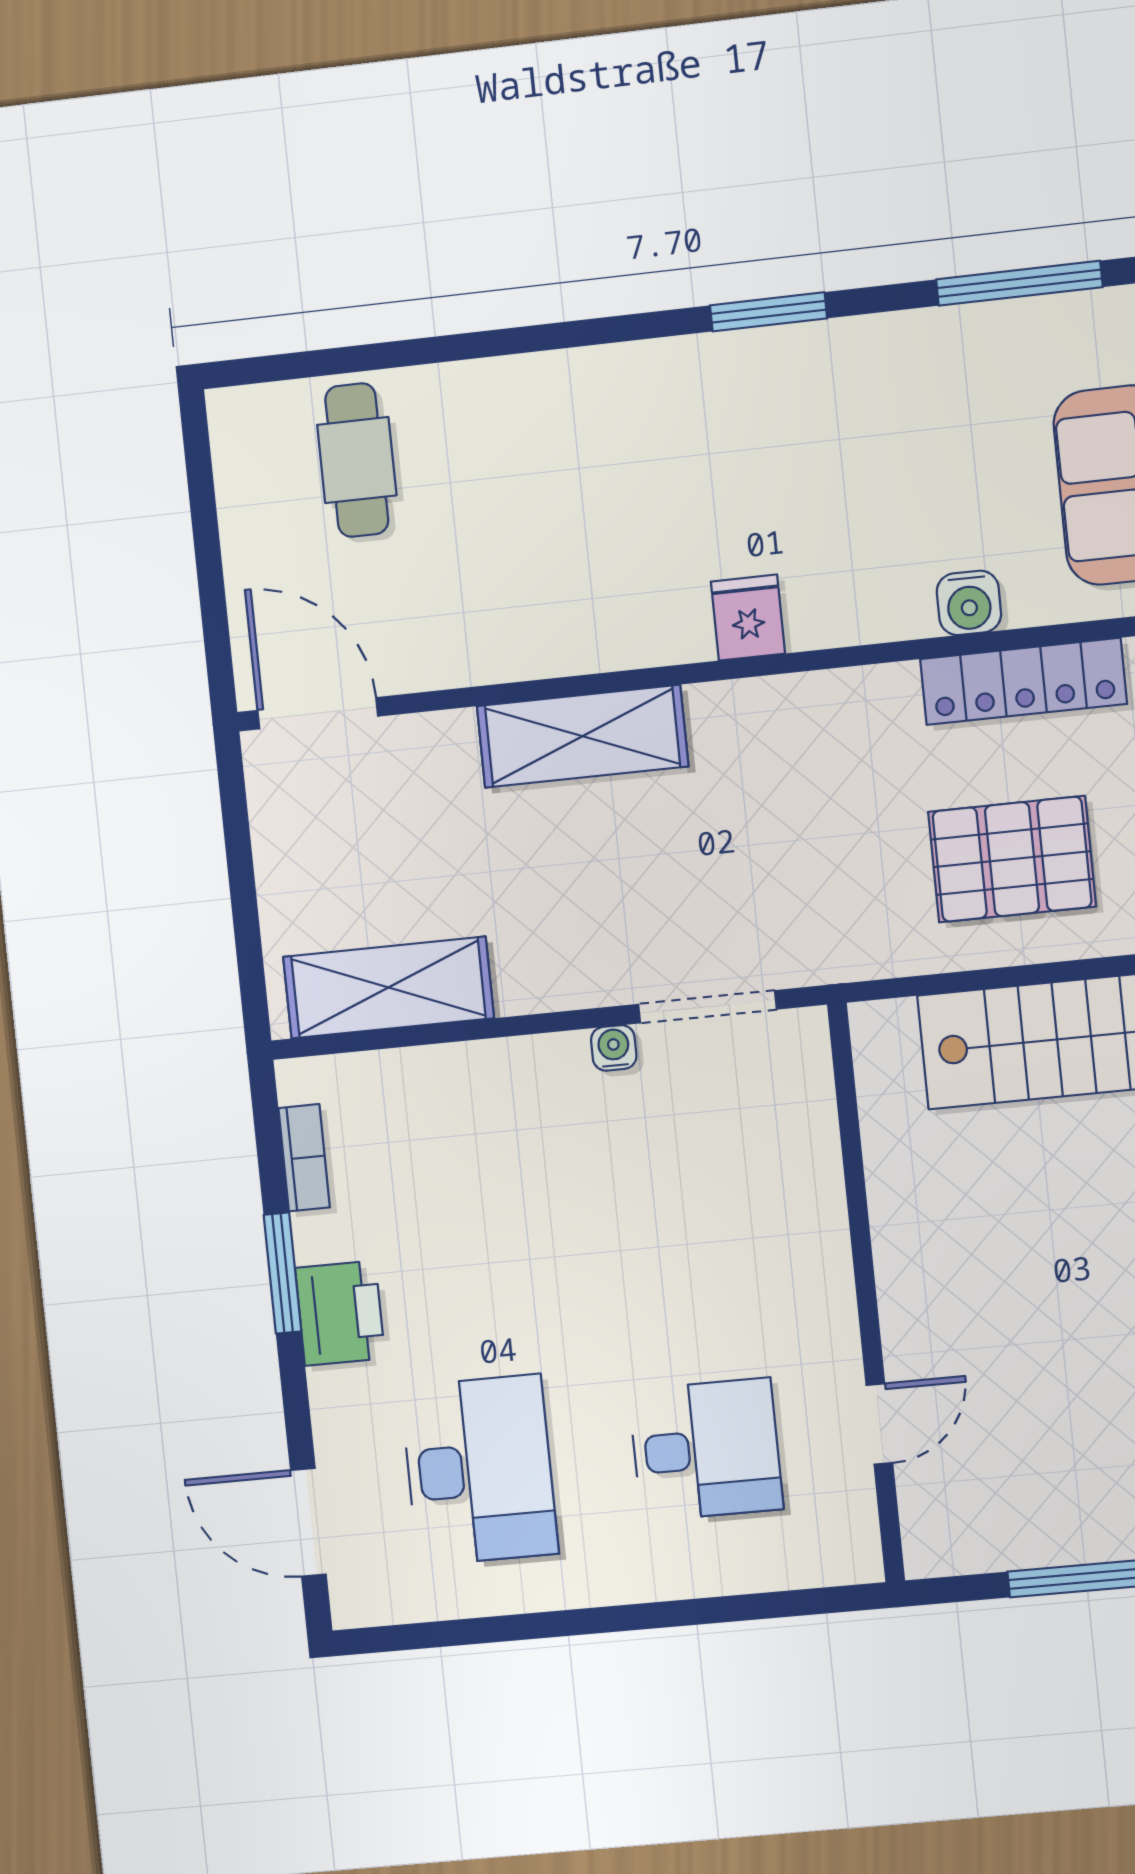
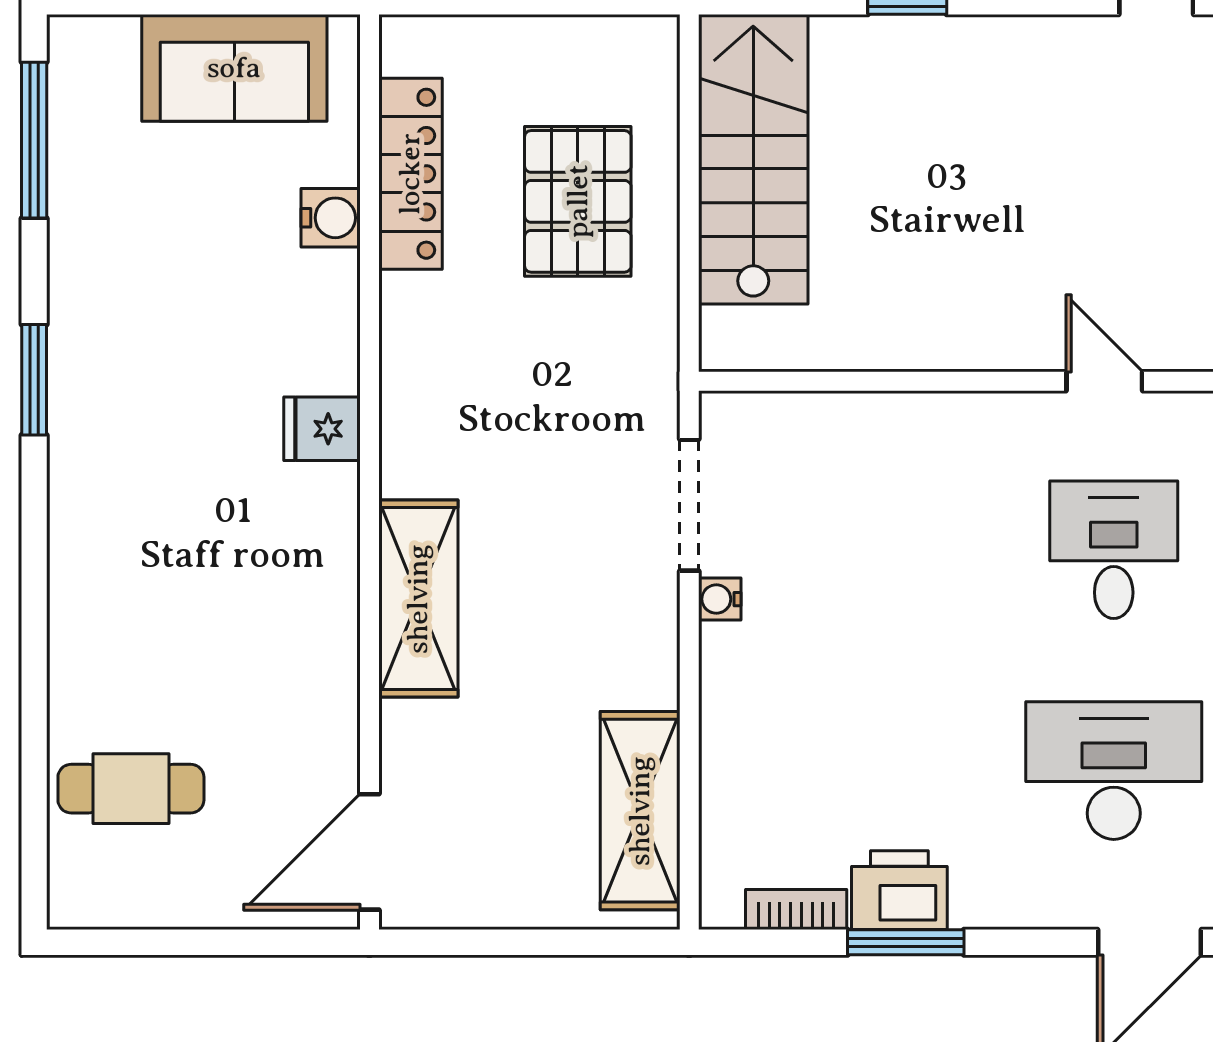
printer: (340, 1313) -> (899, 890), moved

